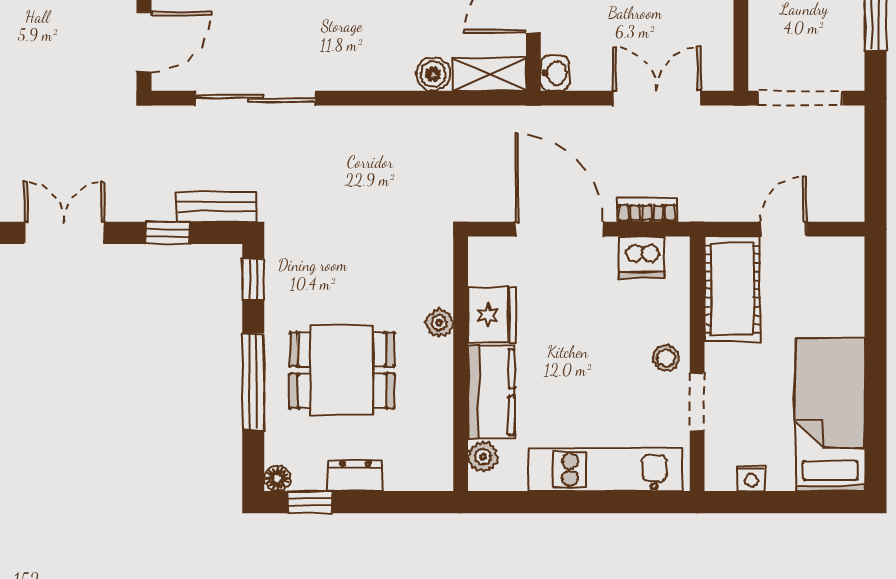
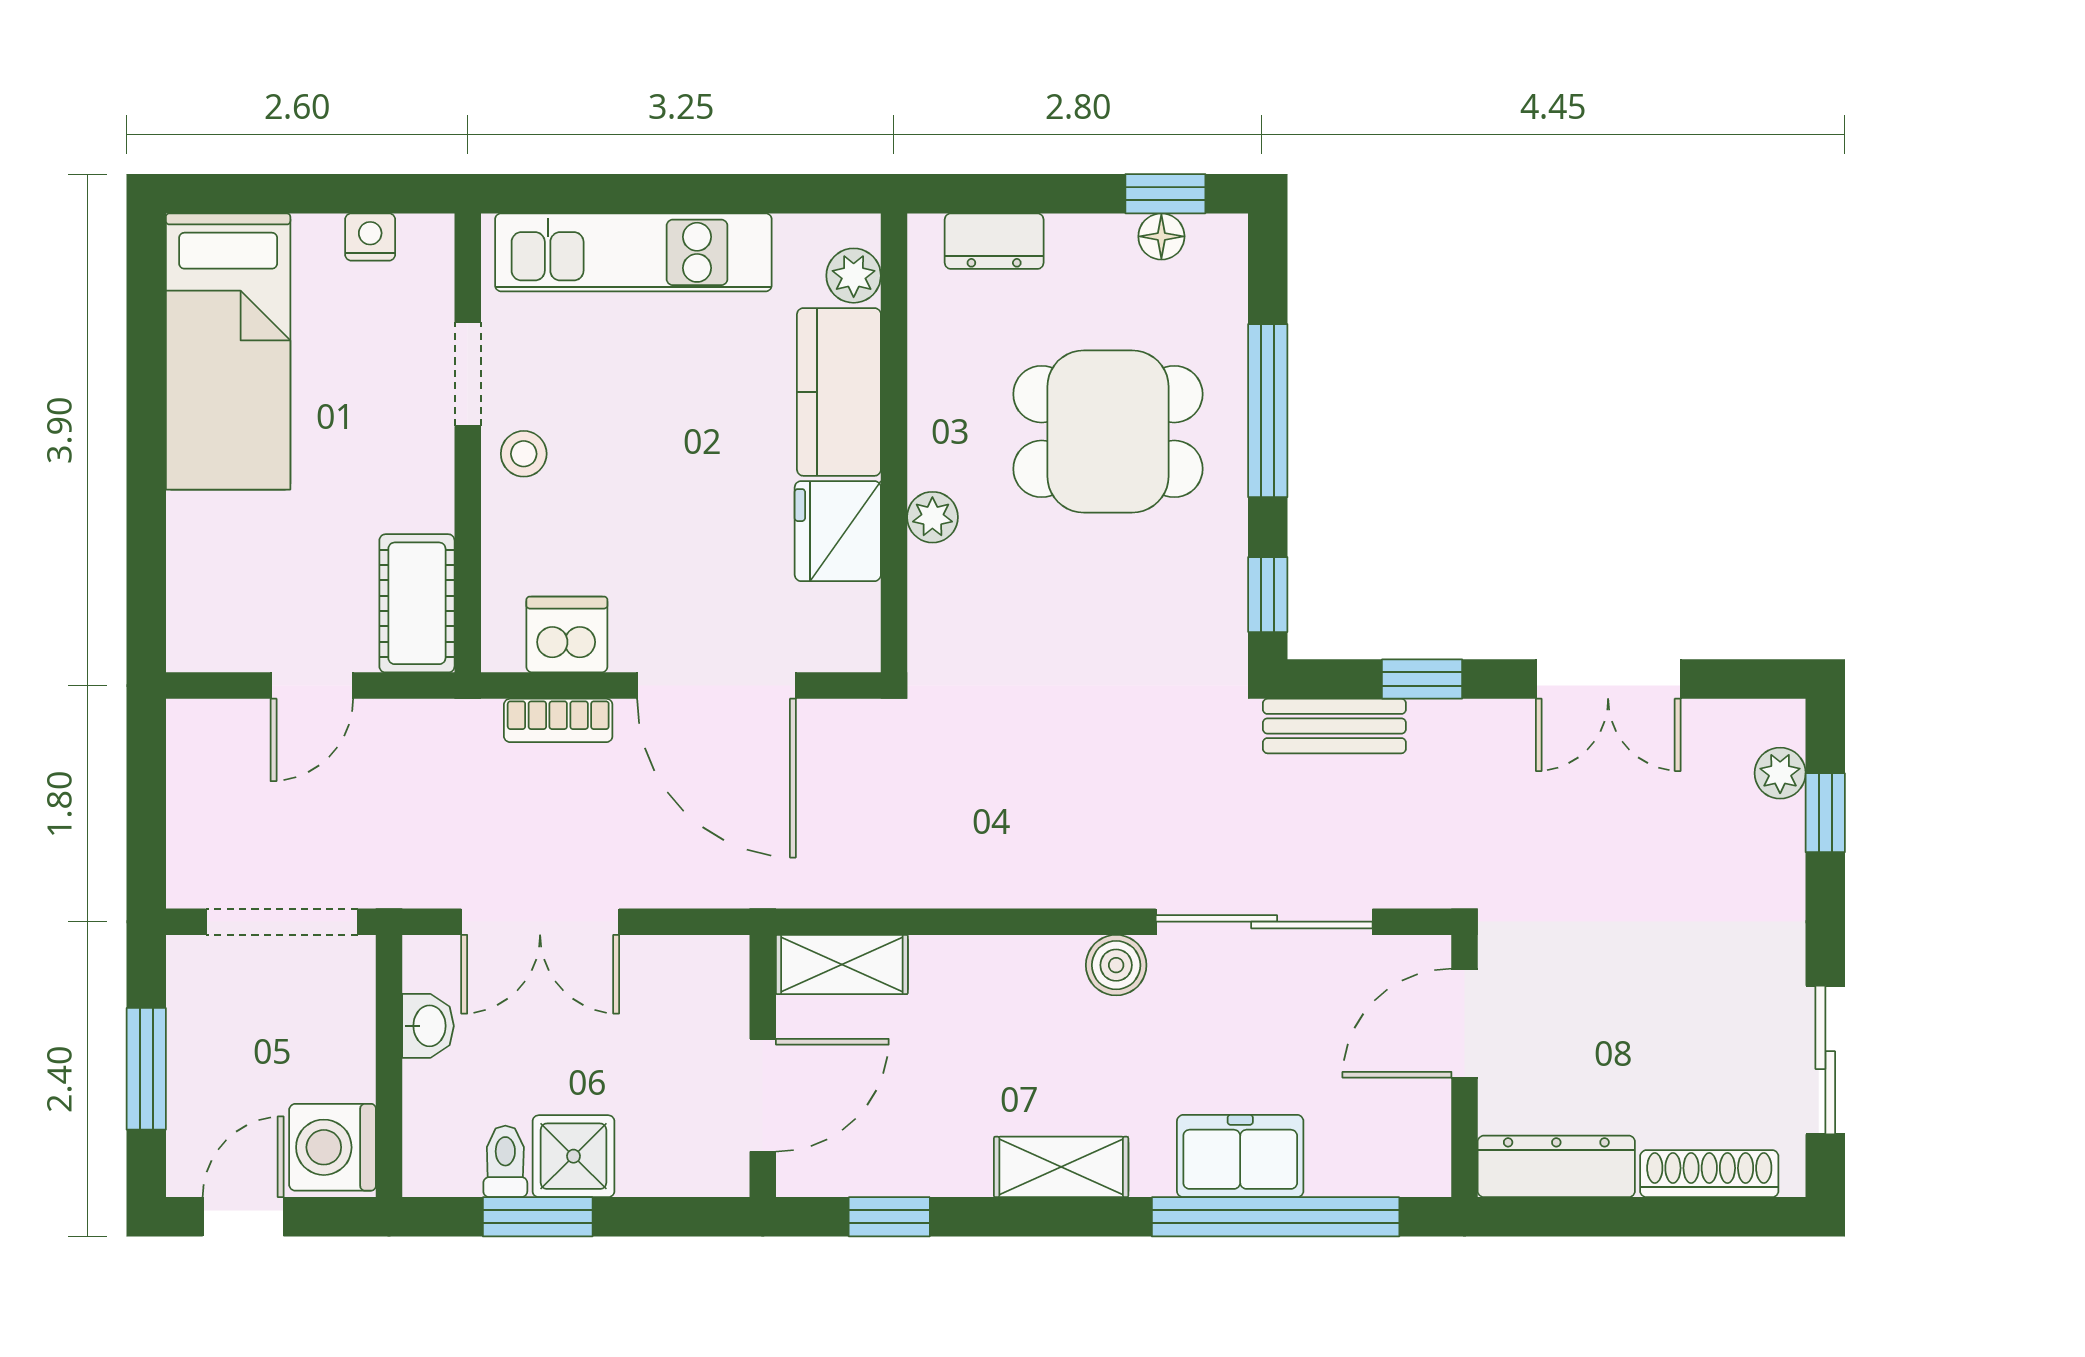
washbasin: (555, 73) -> (428, 1026), moved, turned 180
boiler: (433, 74) -> (1116, 965), moved
cot: (732, 289) -> (417, 603), width x0.73, depth x0.75
dresser: (355, 476) -> (994, 241), moved
floor lamp: (277, 478) -> (1161, 236), moved

